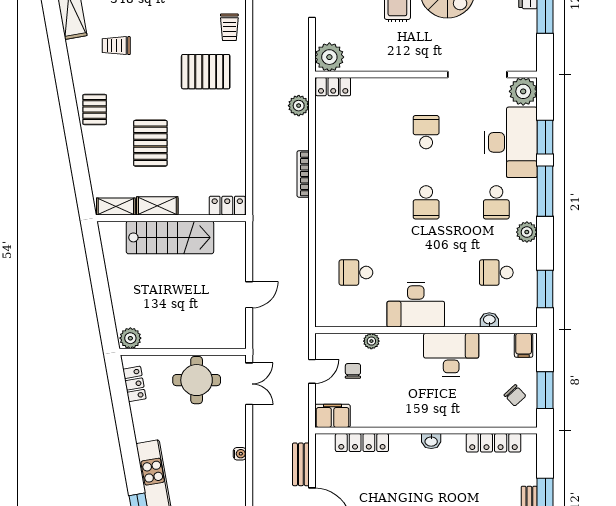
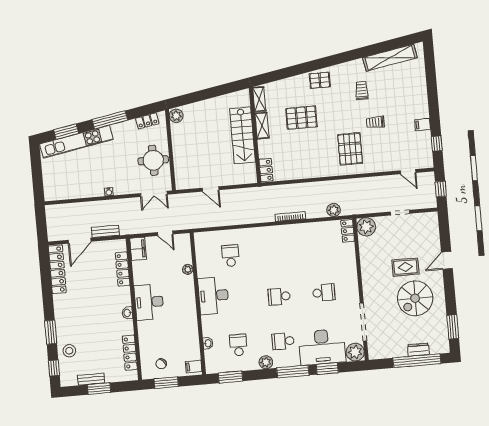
trolley: (229, 27) -> (375, 122), moved
desk: (451, 355) -> (149, 302), moved, turned 180
chair: (353, 371) -> (168, 259), removed
window: (128, 442) -> (110, 120), added

